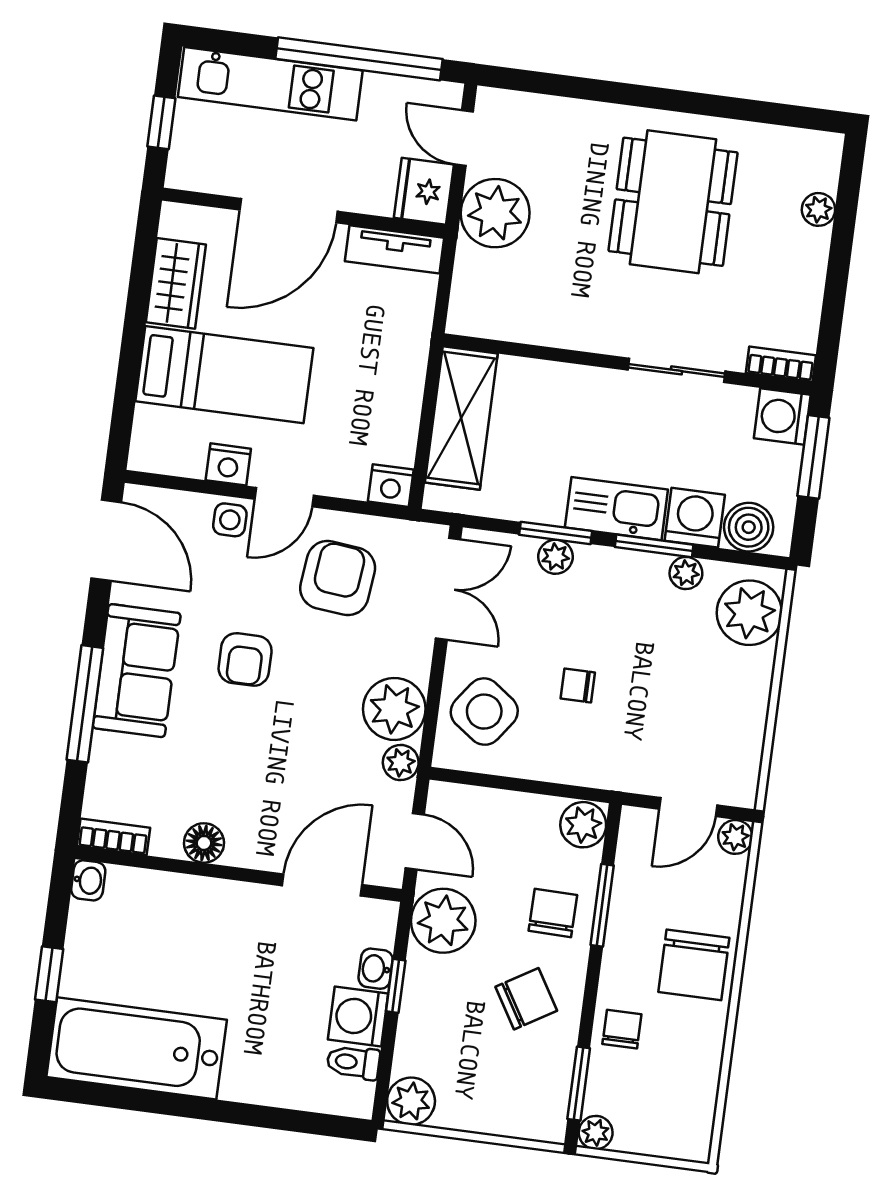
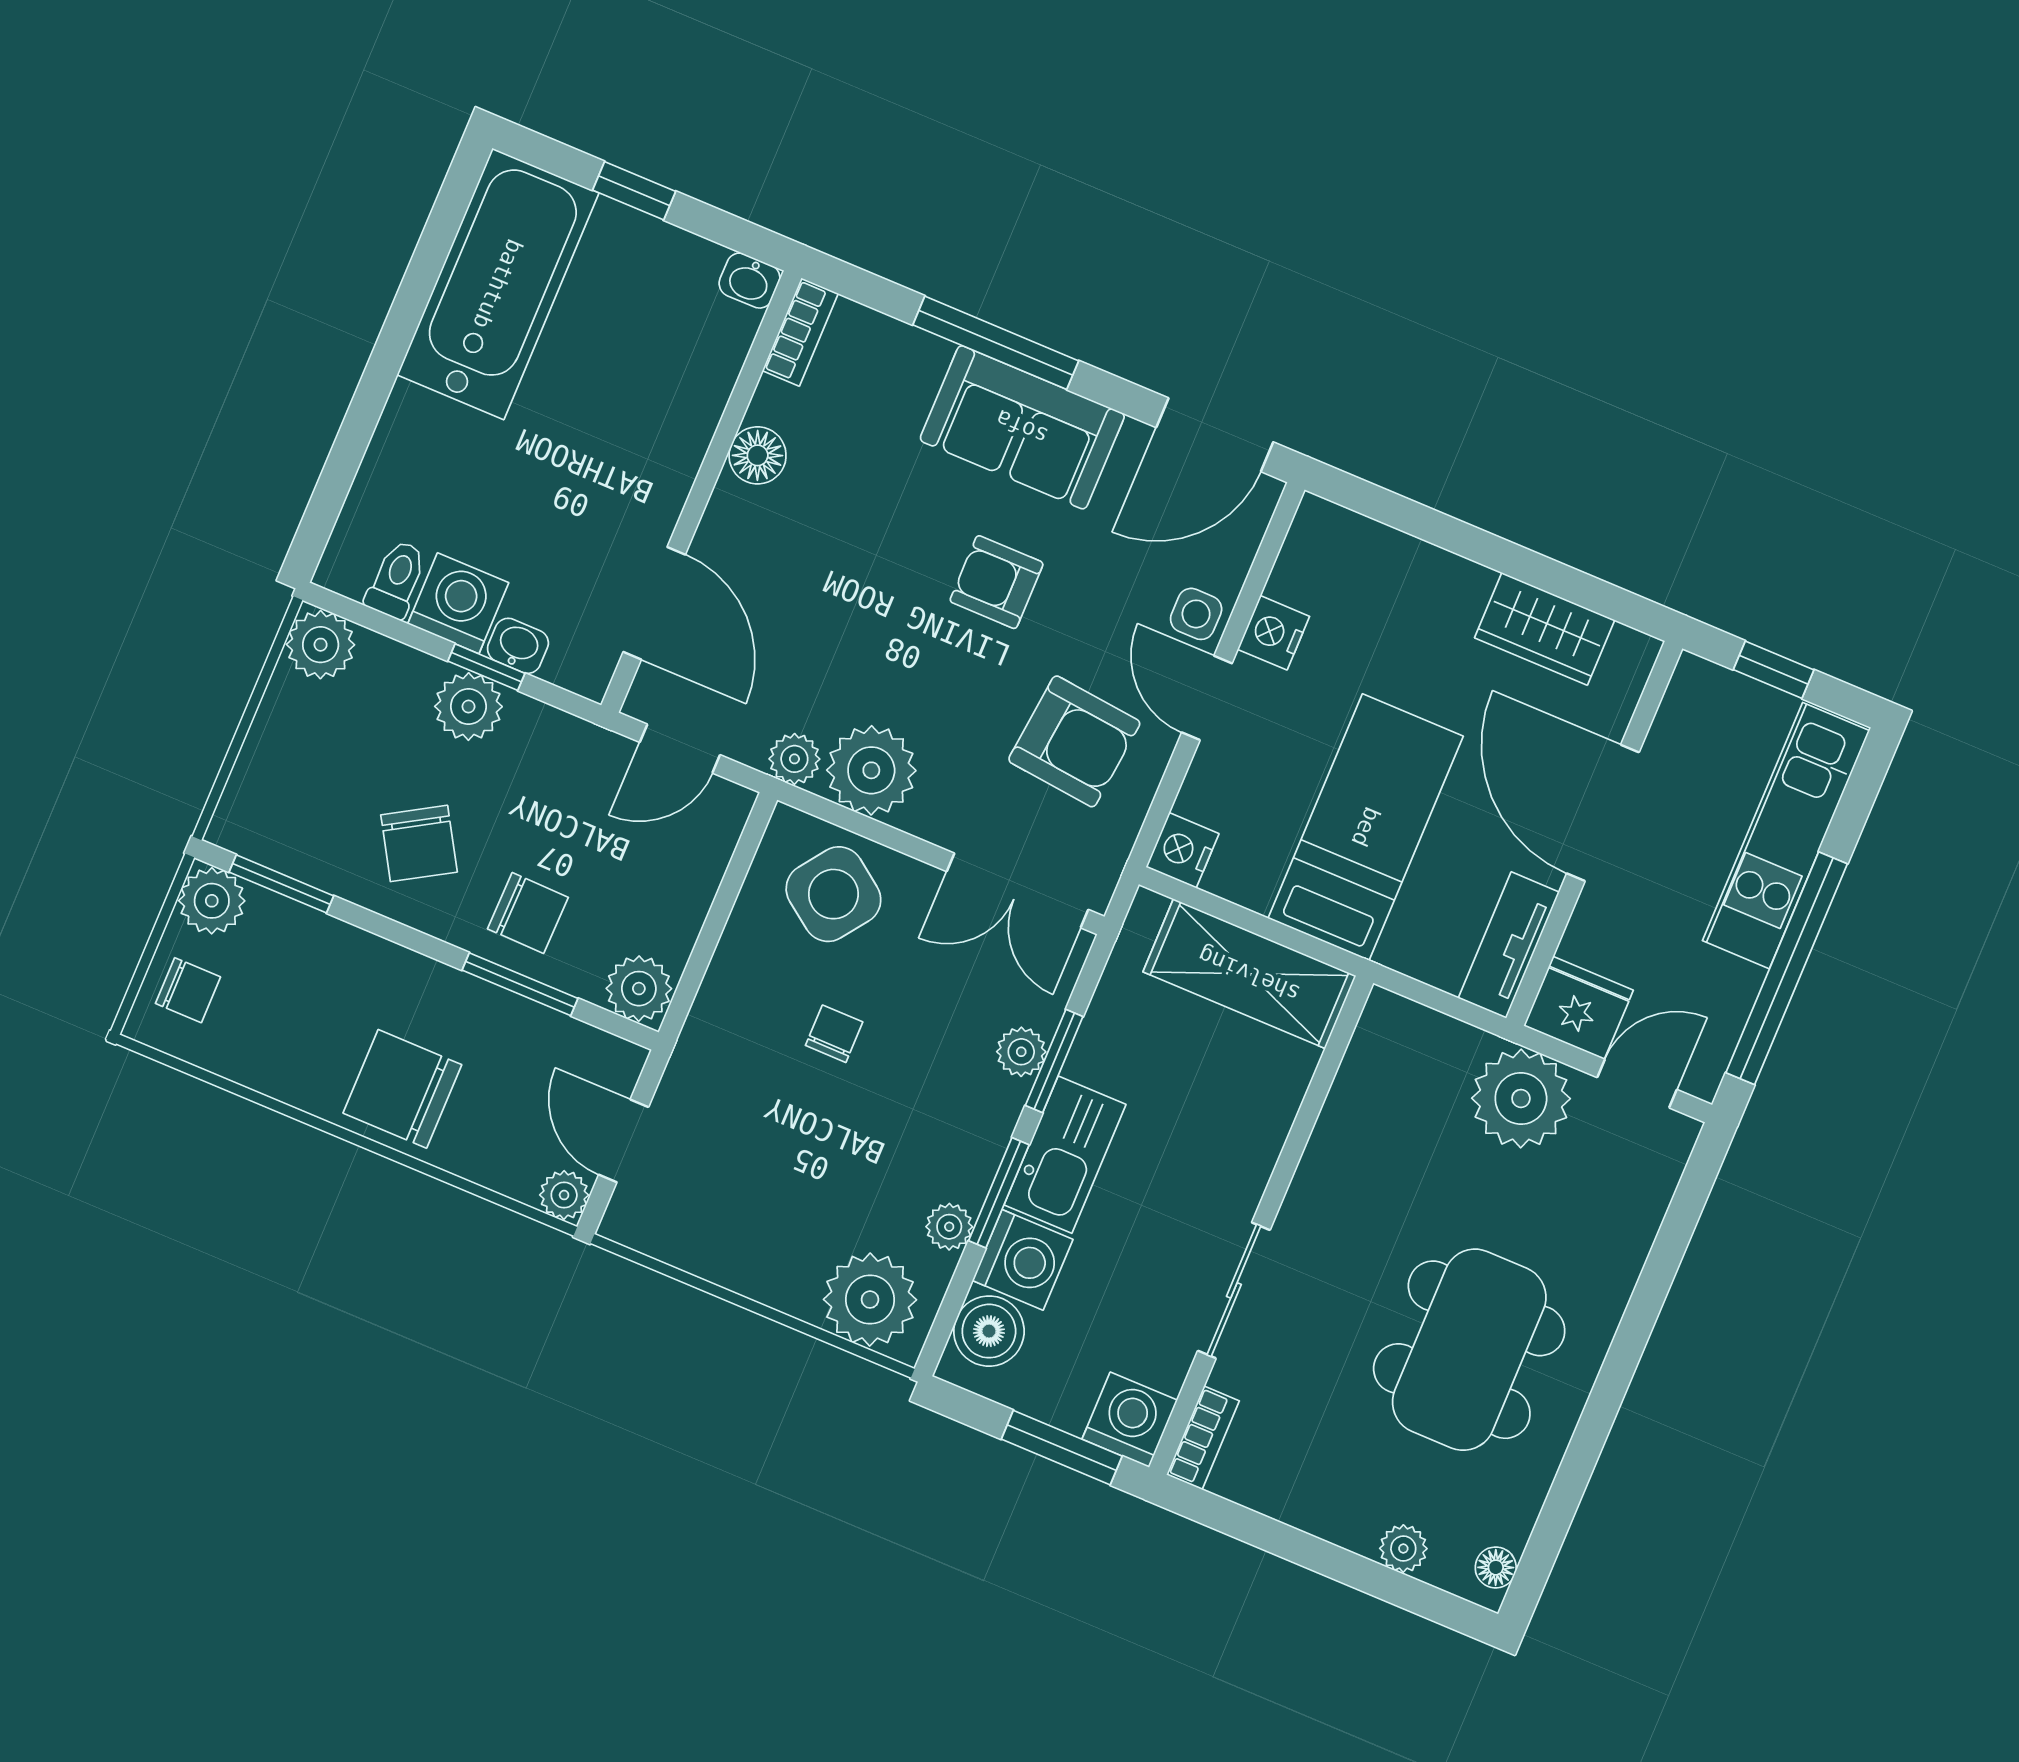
floor lamp: (814, 144) -> (1496, 1567), added
dining table: (673, 202) -> (1469, 1350), turned 90
bed: (224, 375) -> (1366, 827), moved, turned 180
plant: (443, 921) -> (468, 707), moved, width x0.73, depth x0.73
chair: (622, 1029) -> (188, 990), moved
plant: (596, 1133) -> (212, 901), width x1.38, depth x1.38

